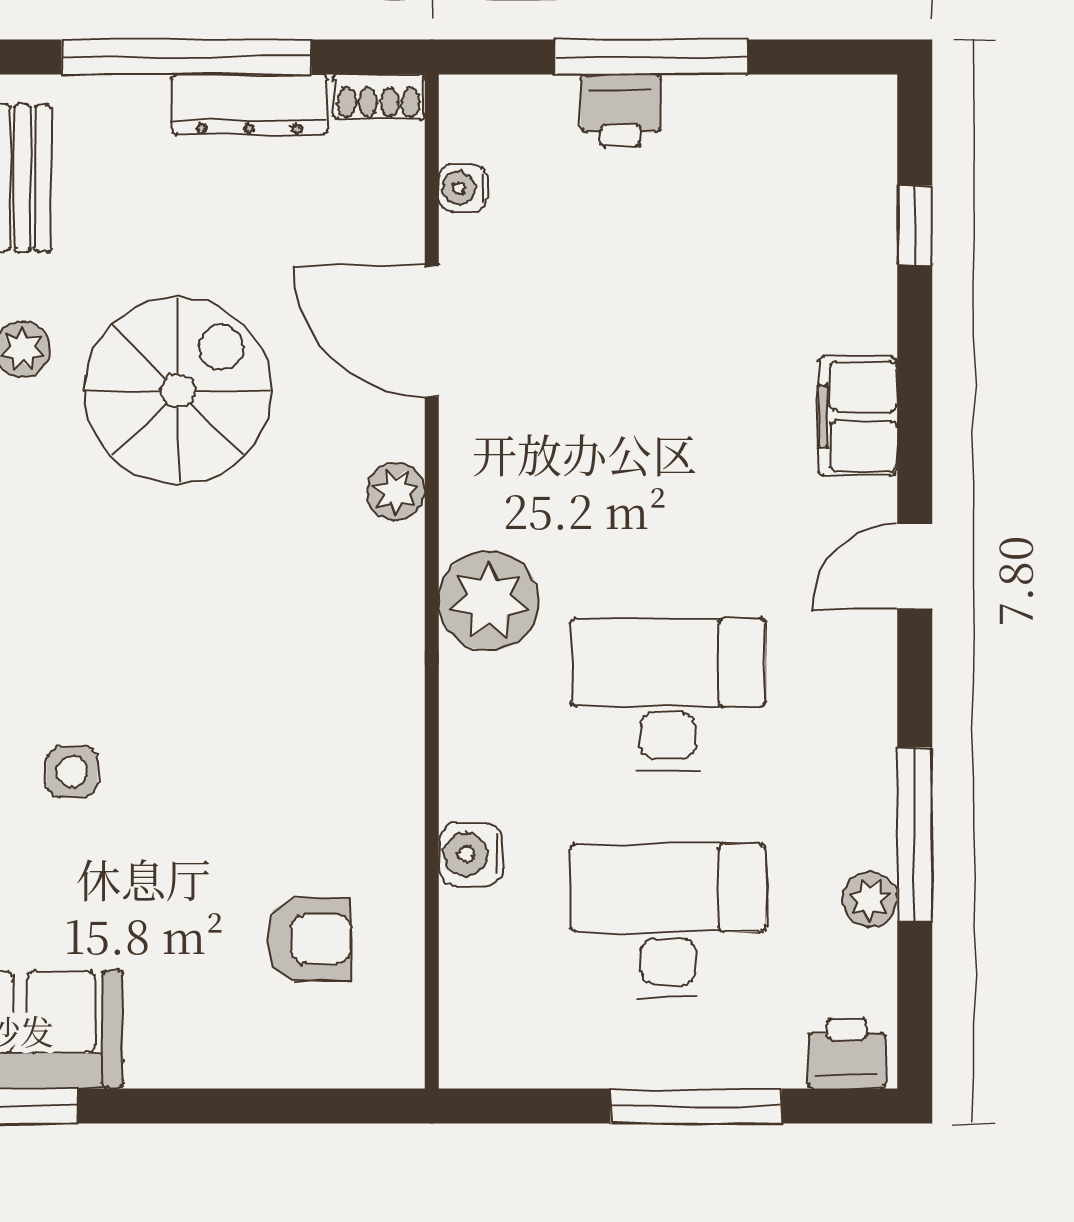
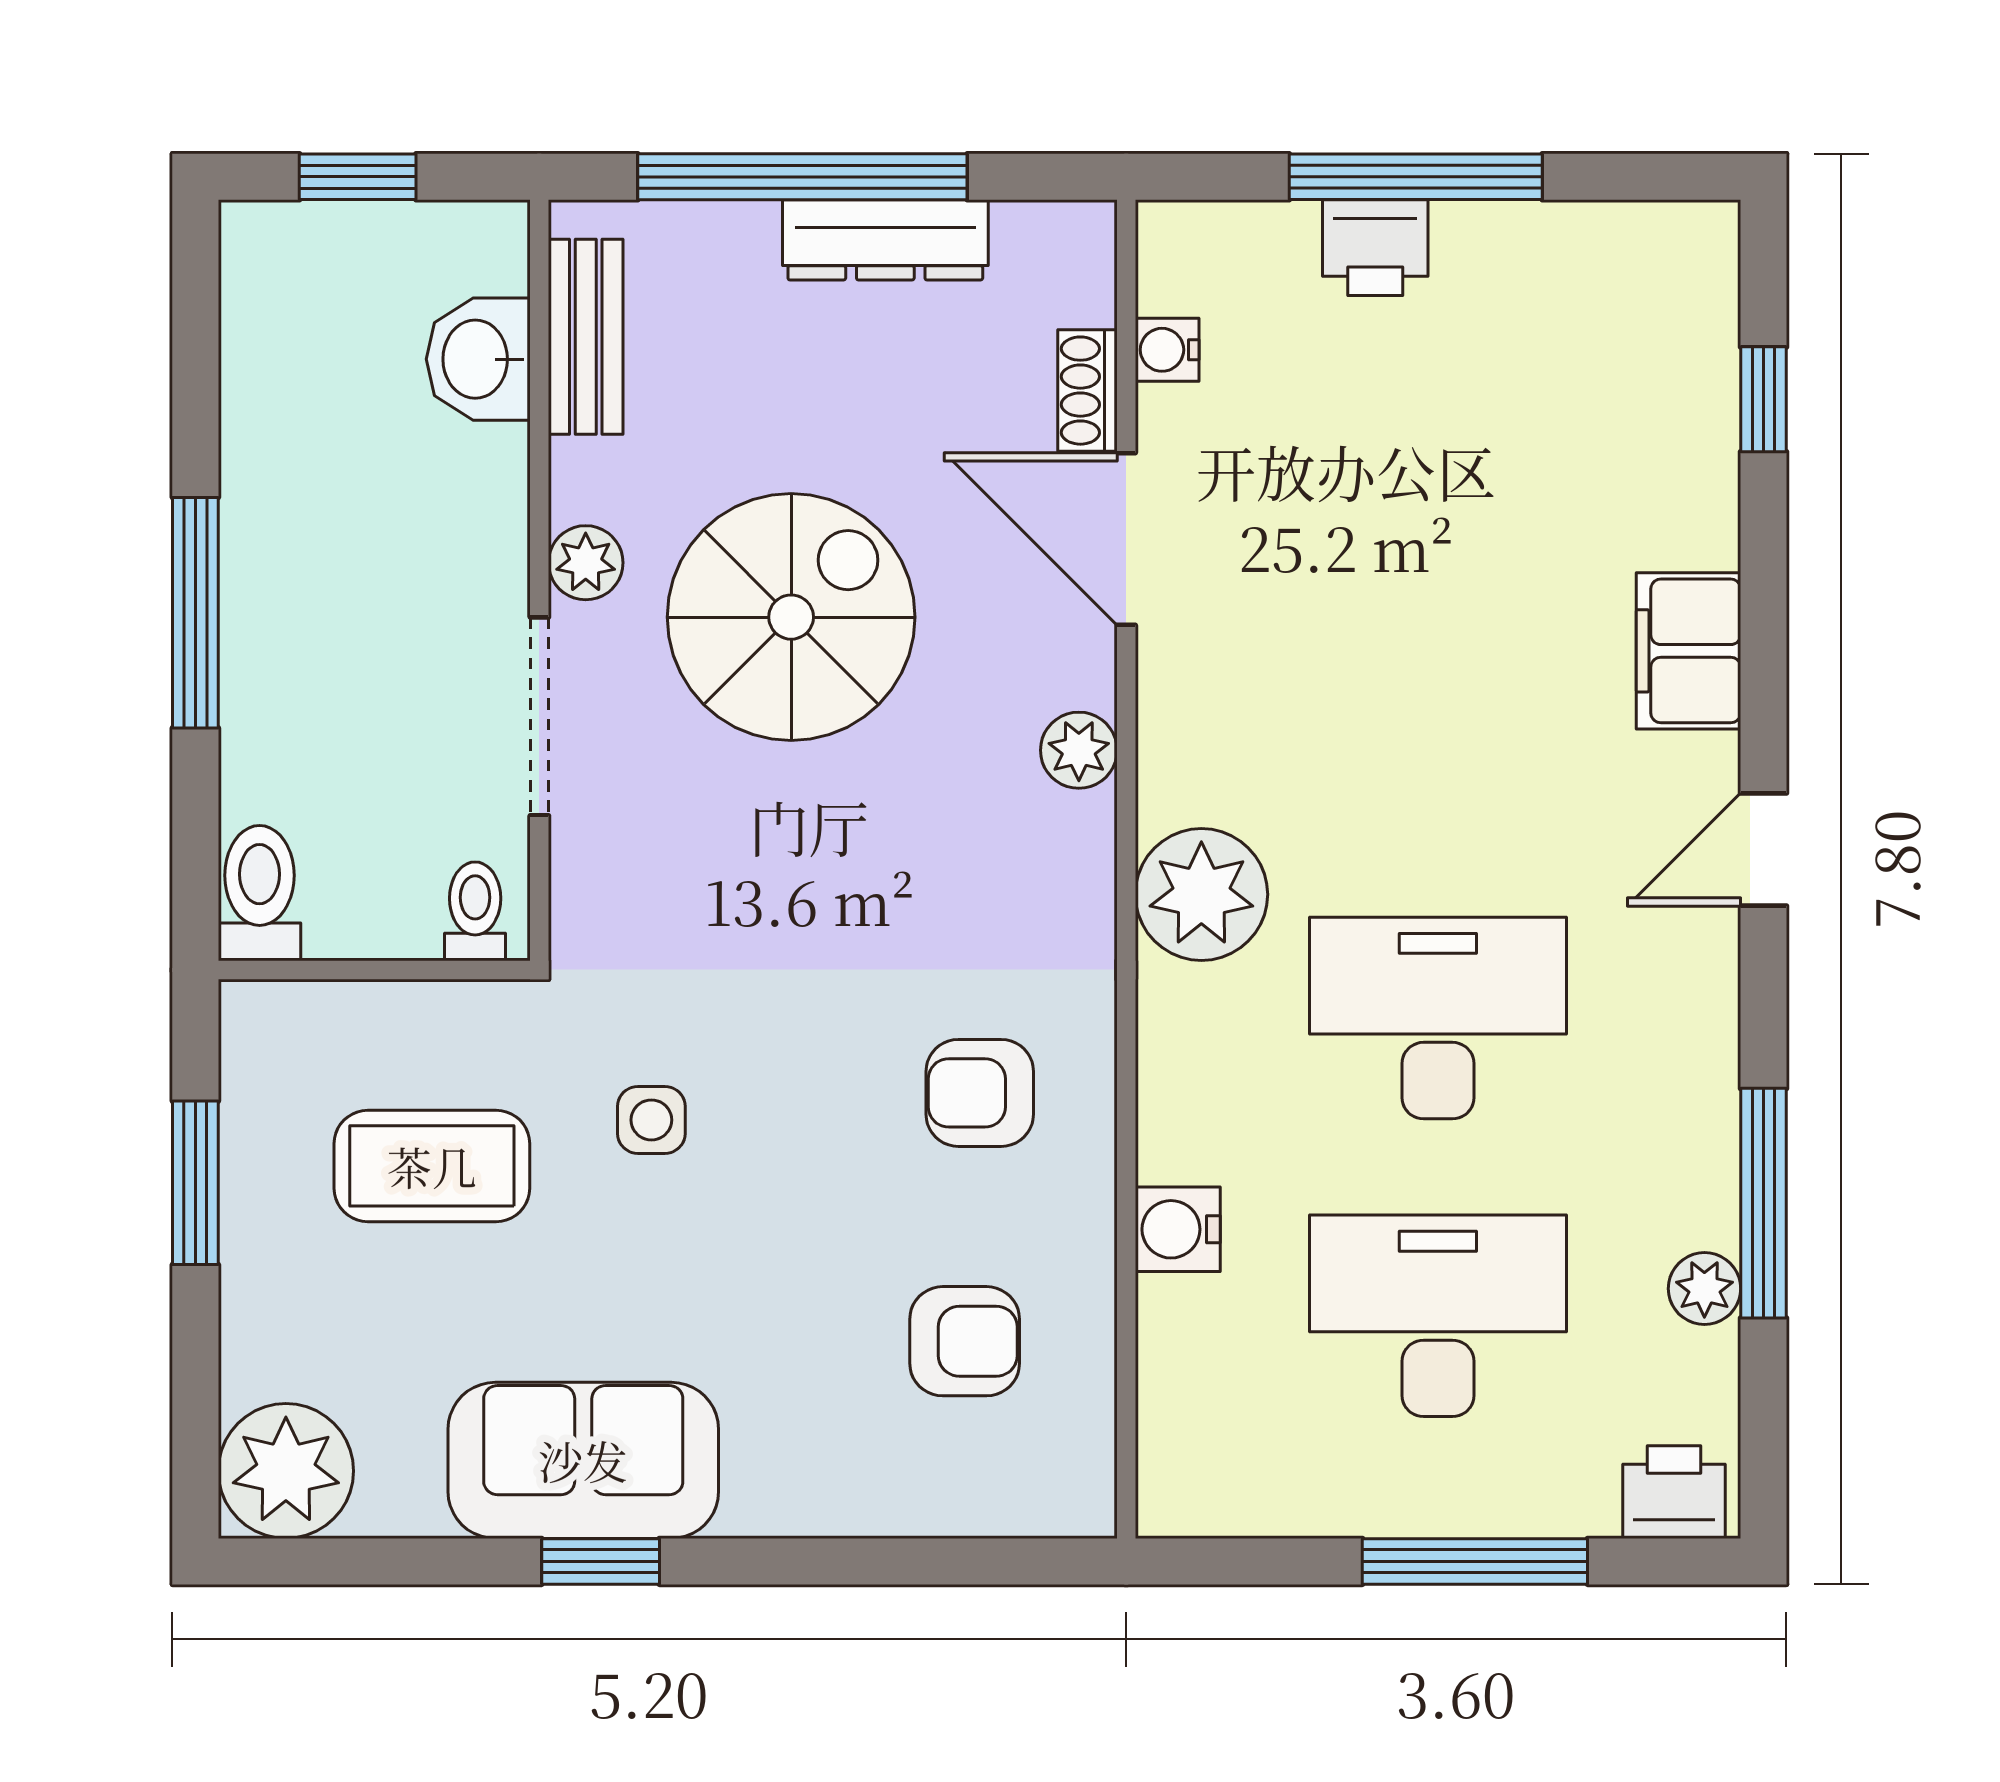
shoe rack: (379, 97) -> (1087, 391), moved, turned 90
armchair: (321, 751) -> (980, 1093), added

